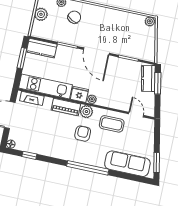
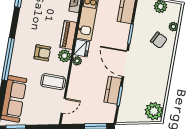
plant: (150, 21) -> (154, 111), width x1.87, depth x1.87
door: (96, 51) -> (125, 64), hinge flipped
kitchen counter: (148, 78) -> (113, 90), moved, turned -79
coffee table: (112, 124) -> (53, 82), turned 90

